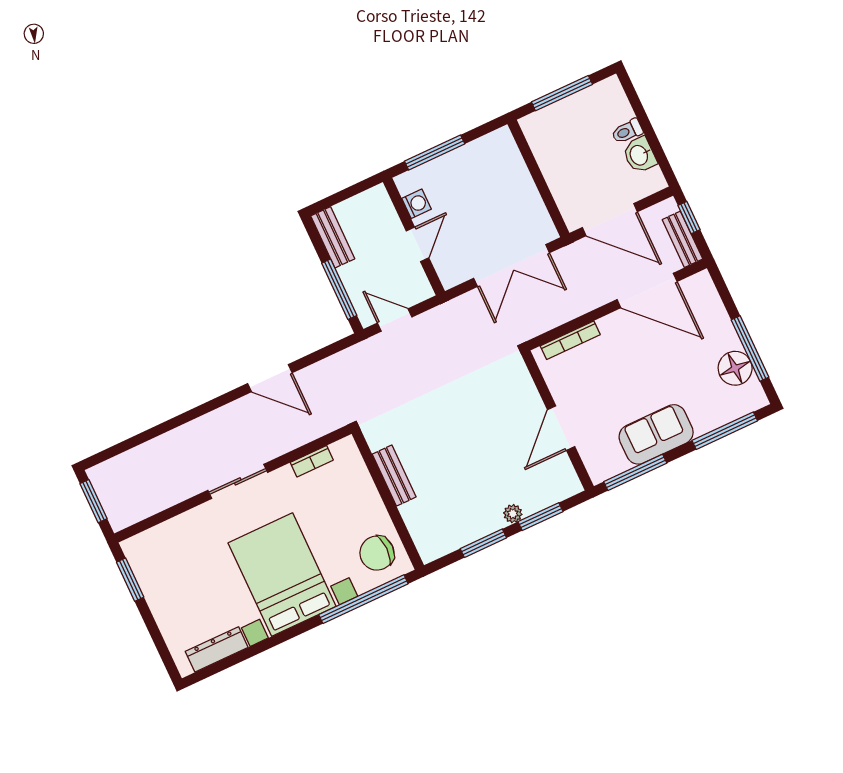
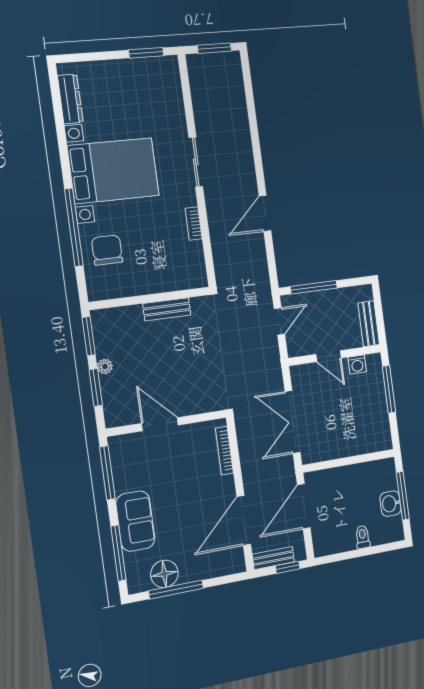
washbasin: (640, 155) -> (390, 504), moved, turned -90
bench: (333, 237) -> (369, 324), moved, turned 90
sofa: (656, 434) -> (135, 521), moved
bench: (394, 476) -> (167, 309), moved
wall: (388, 500) -> (150, 298), moved

